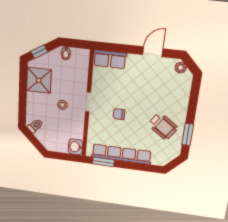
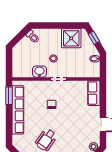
washbasin: (76, 147) -> (39, 72), moved

